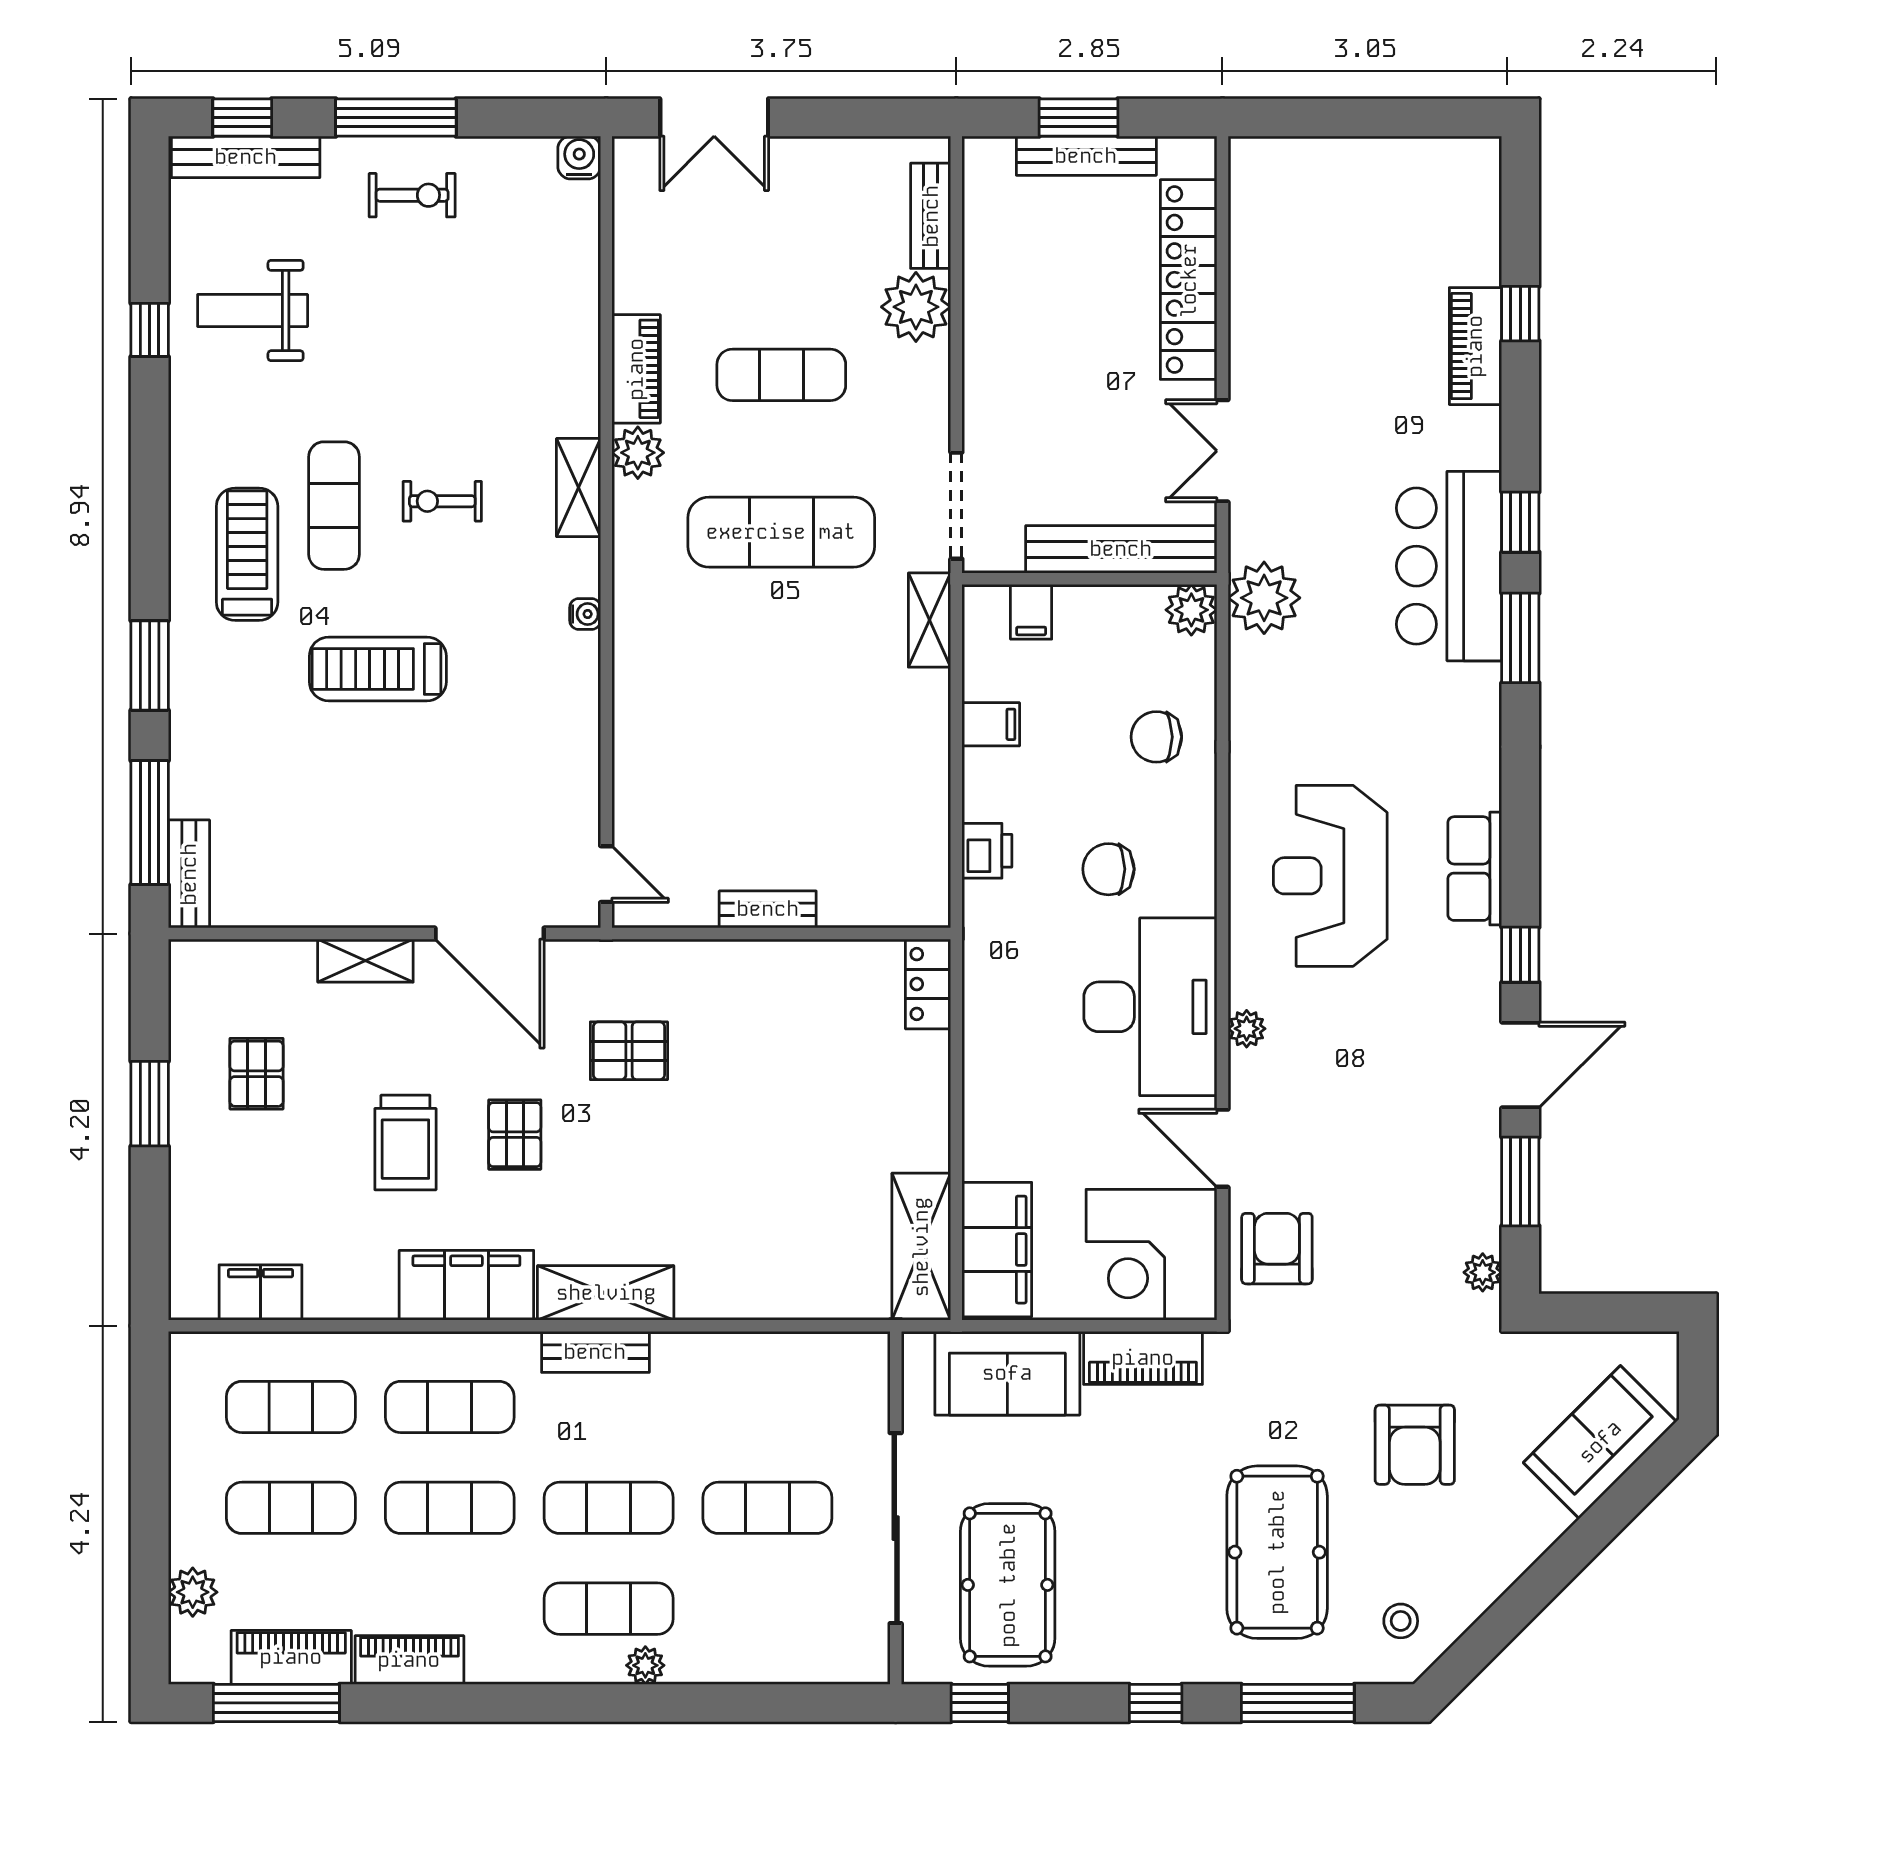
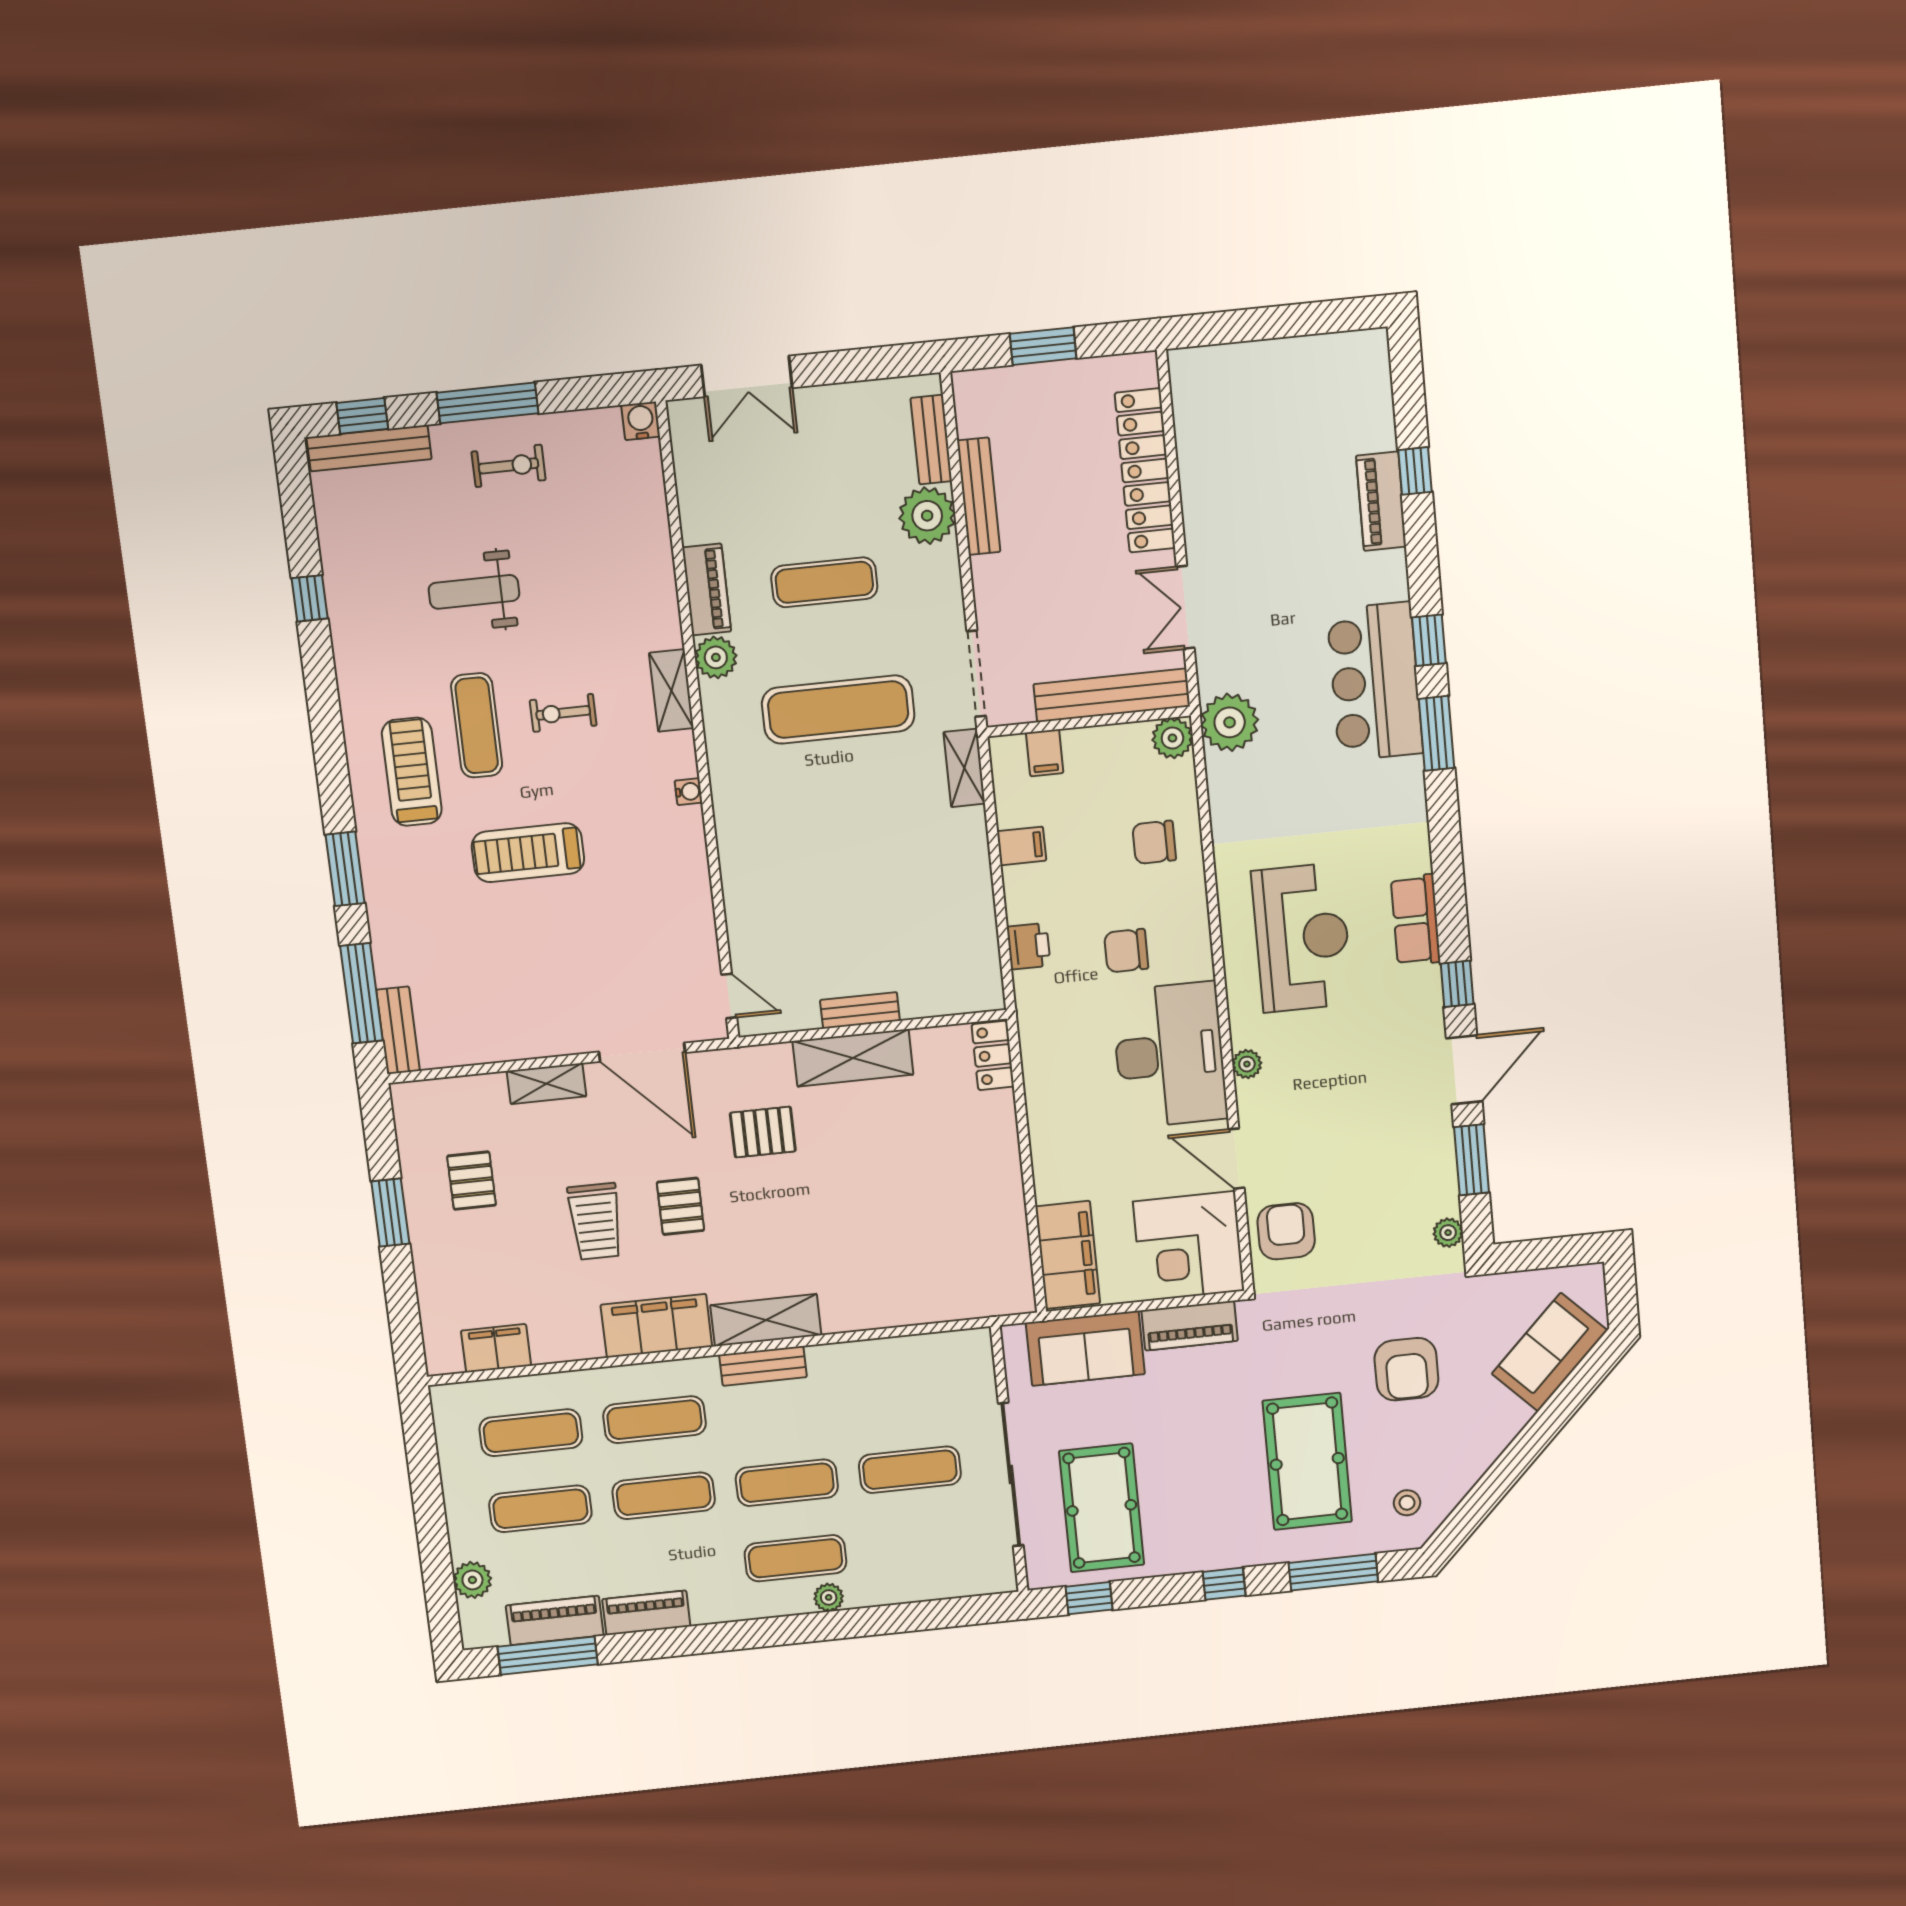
bench: (1086, 156) -> (979, 496), moved, turned 90
weight bench: (253, 311) -> (474, 592), moved
reception desk: (1330, 876) -> (1302, 938), turned 180
shelving: (921, 1247) -> (853, 1058), moved, turned 90

